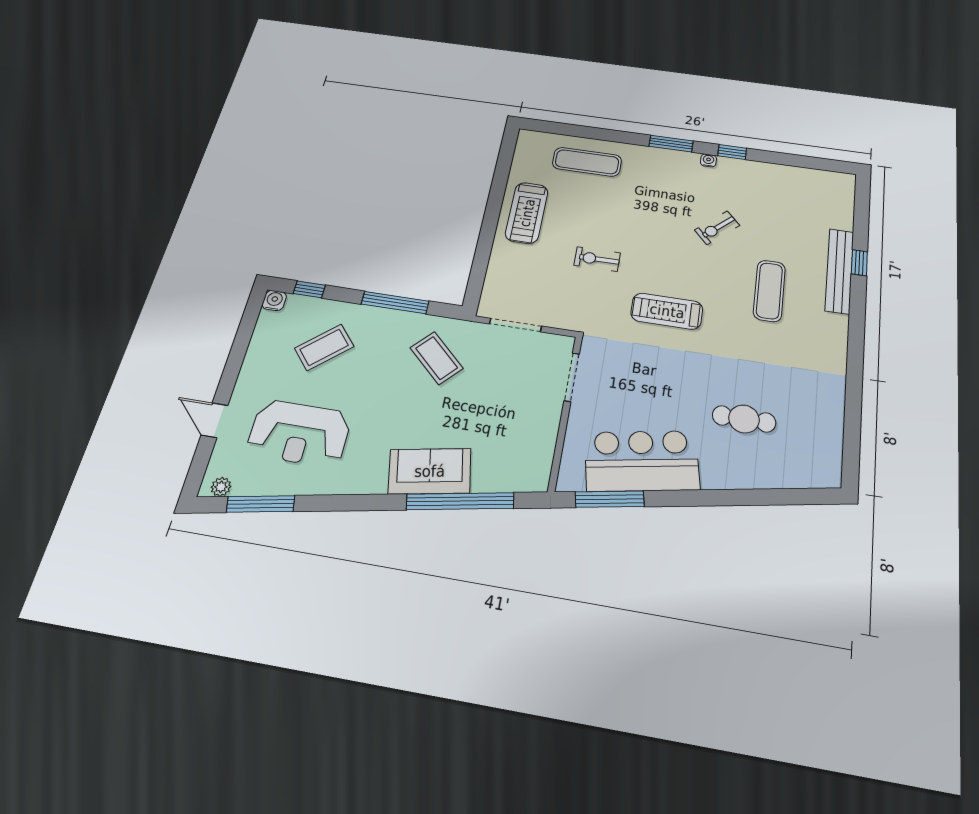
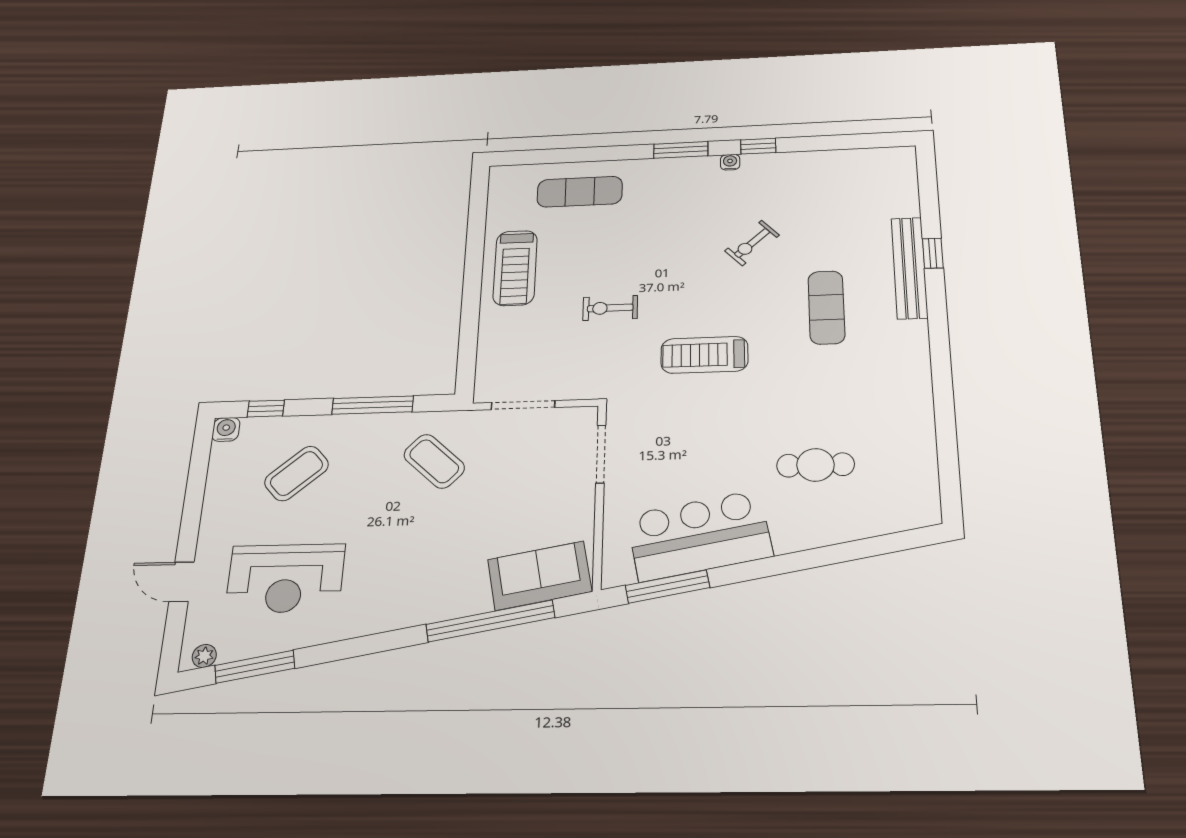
sofa: (430, 471) -> (540, 576), moved

